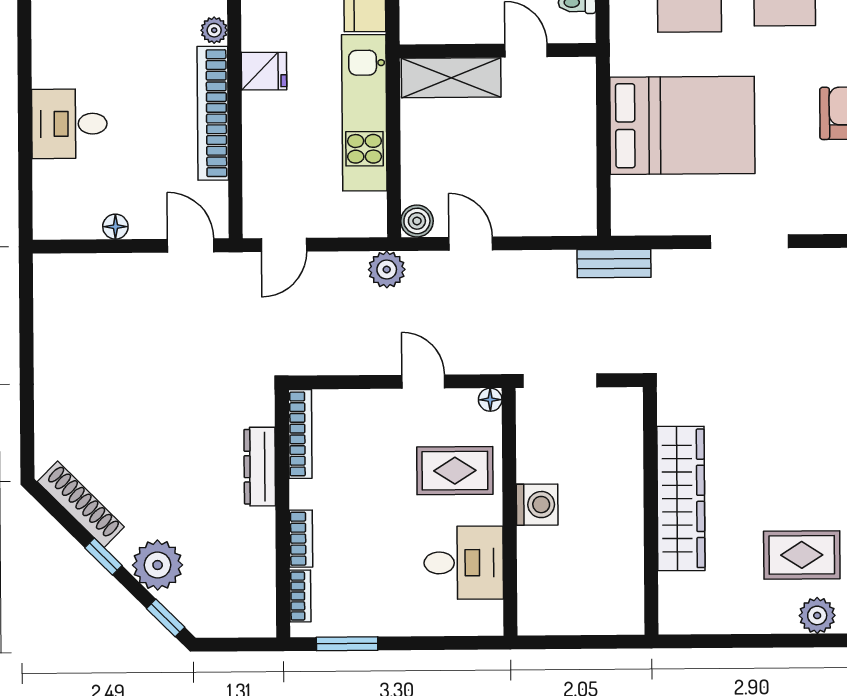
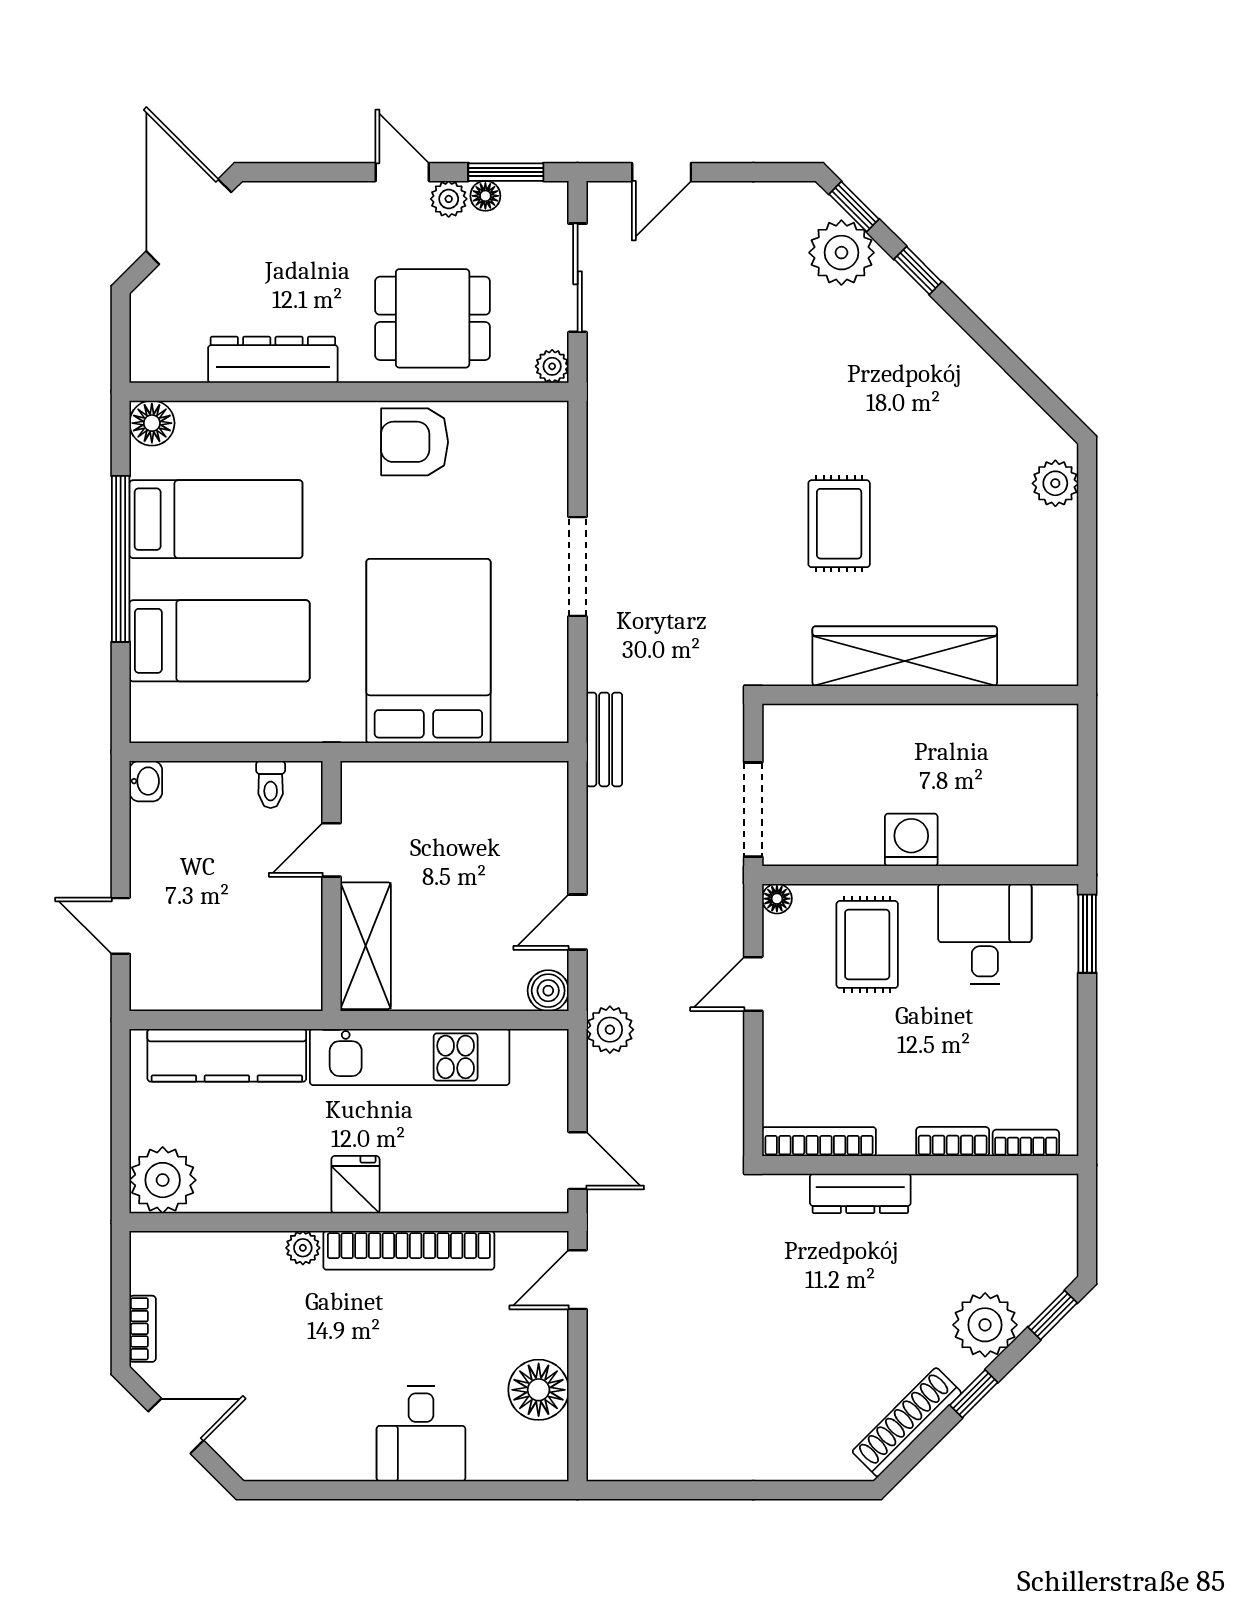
floor lamp: (115, 227) -> (539, 1390), width x1.89, depth x1.89
rug: (802, 555) -> (839, 524), moved
window: (347, 644) -> (1087, 934), moved

